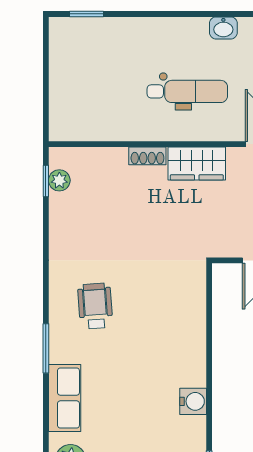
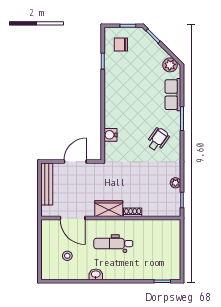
plant: (59, 180) -> (175, 183), moved
wheelchair: (95, 306) -> (158, 139), turned -141
water cooler: (193, 401) -> (110, 135), moved

